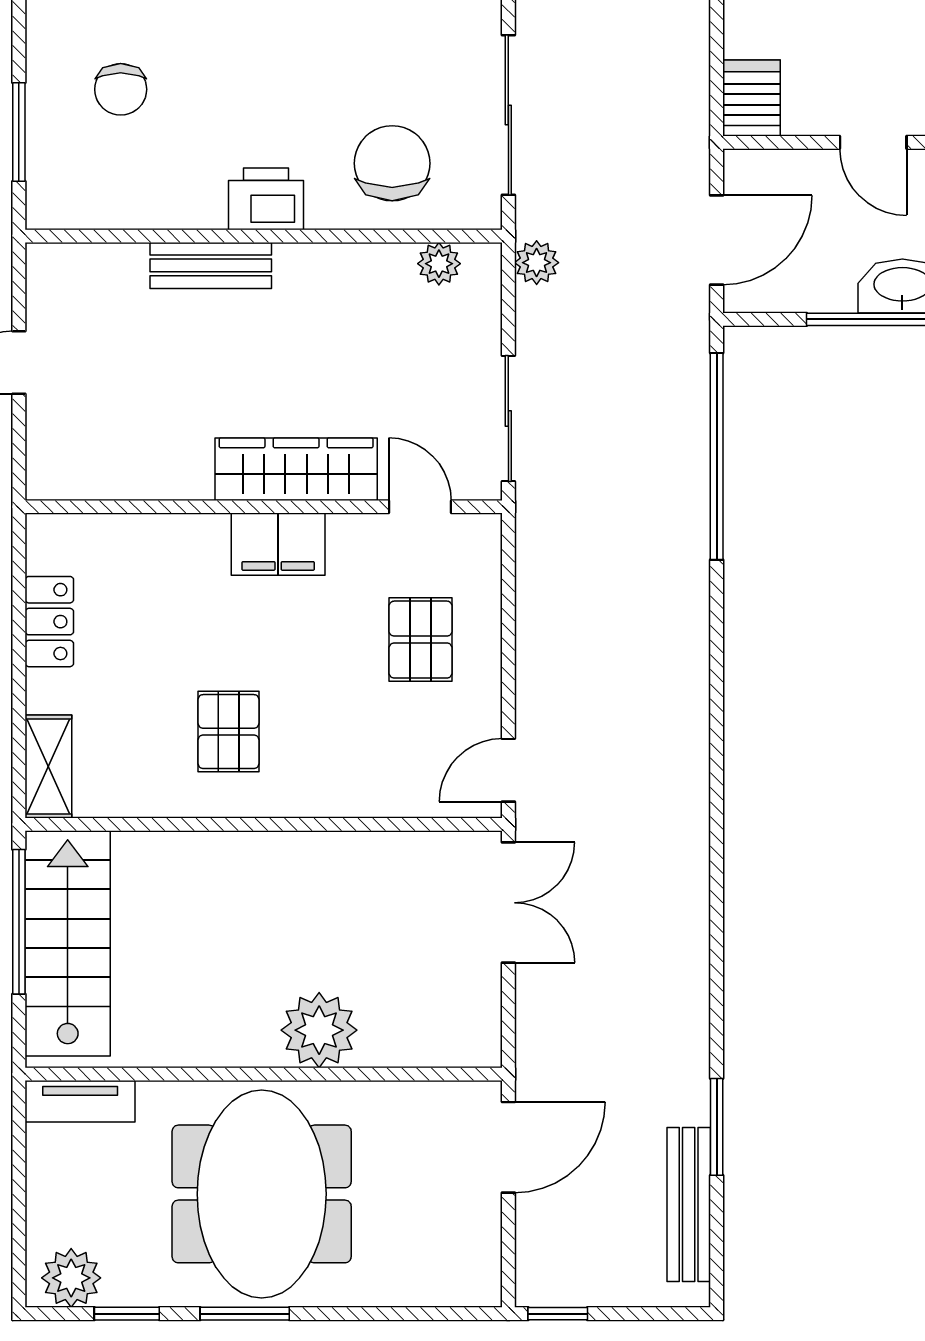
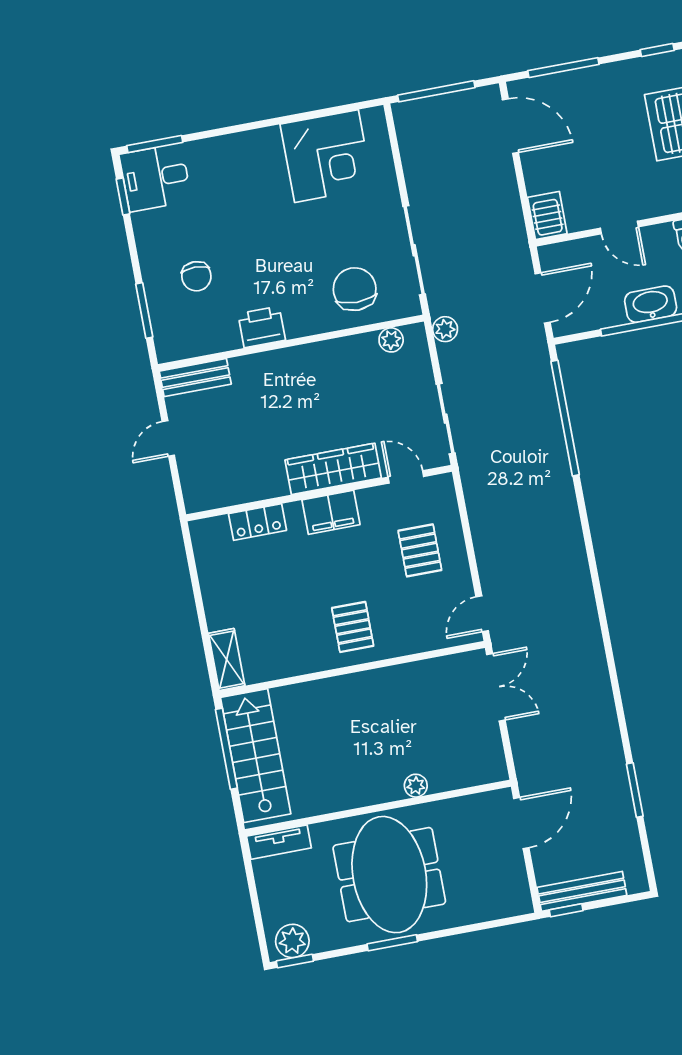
printer: (266, 199) -> (262, 327), moved
bench: (211, 265) -> (195, 378), moved
locker: (49, 622) -> (258, 522), moved, turned 90
pallet: (228, 732) -> (353, 627), moved
plant: (319, 1030) -> (416, 786), width x0.53, depth x0.53
bench: (689, 1204) -> (582, 891), moved, turned 90
window: (127, 1314) -> (295, 961), moved

